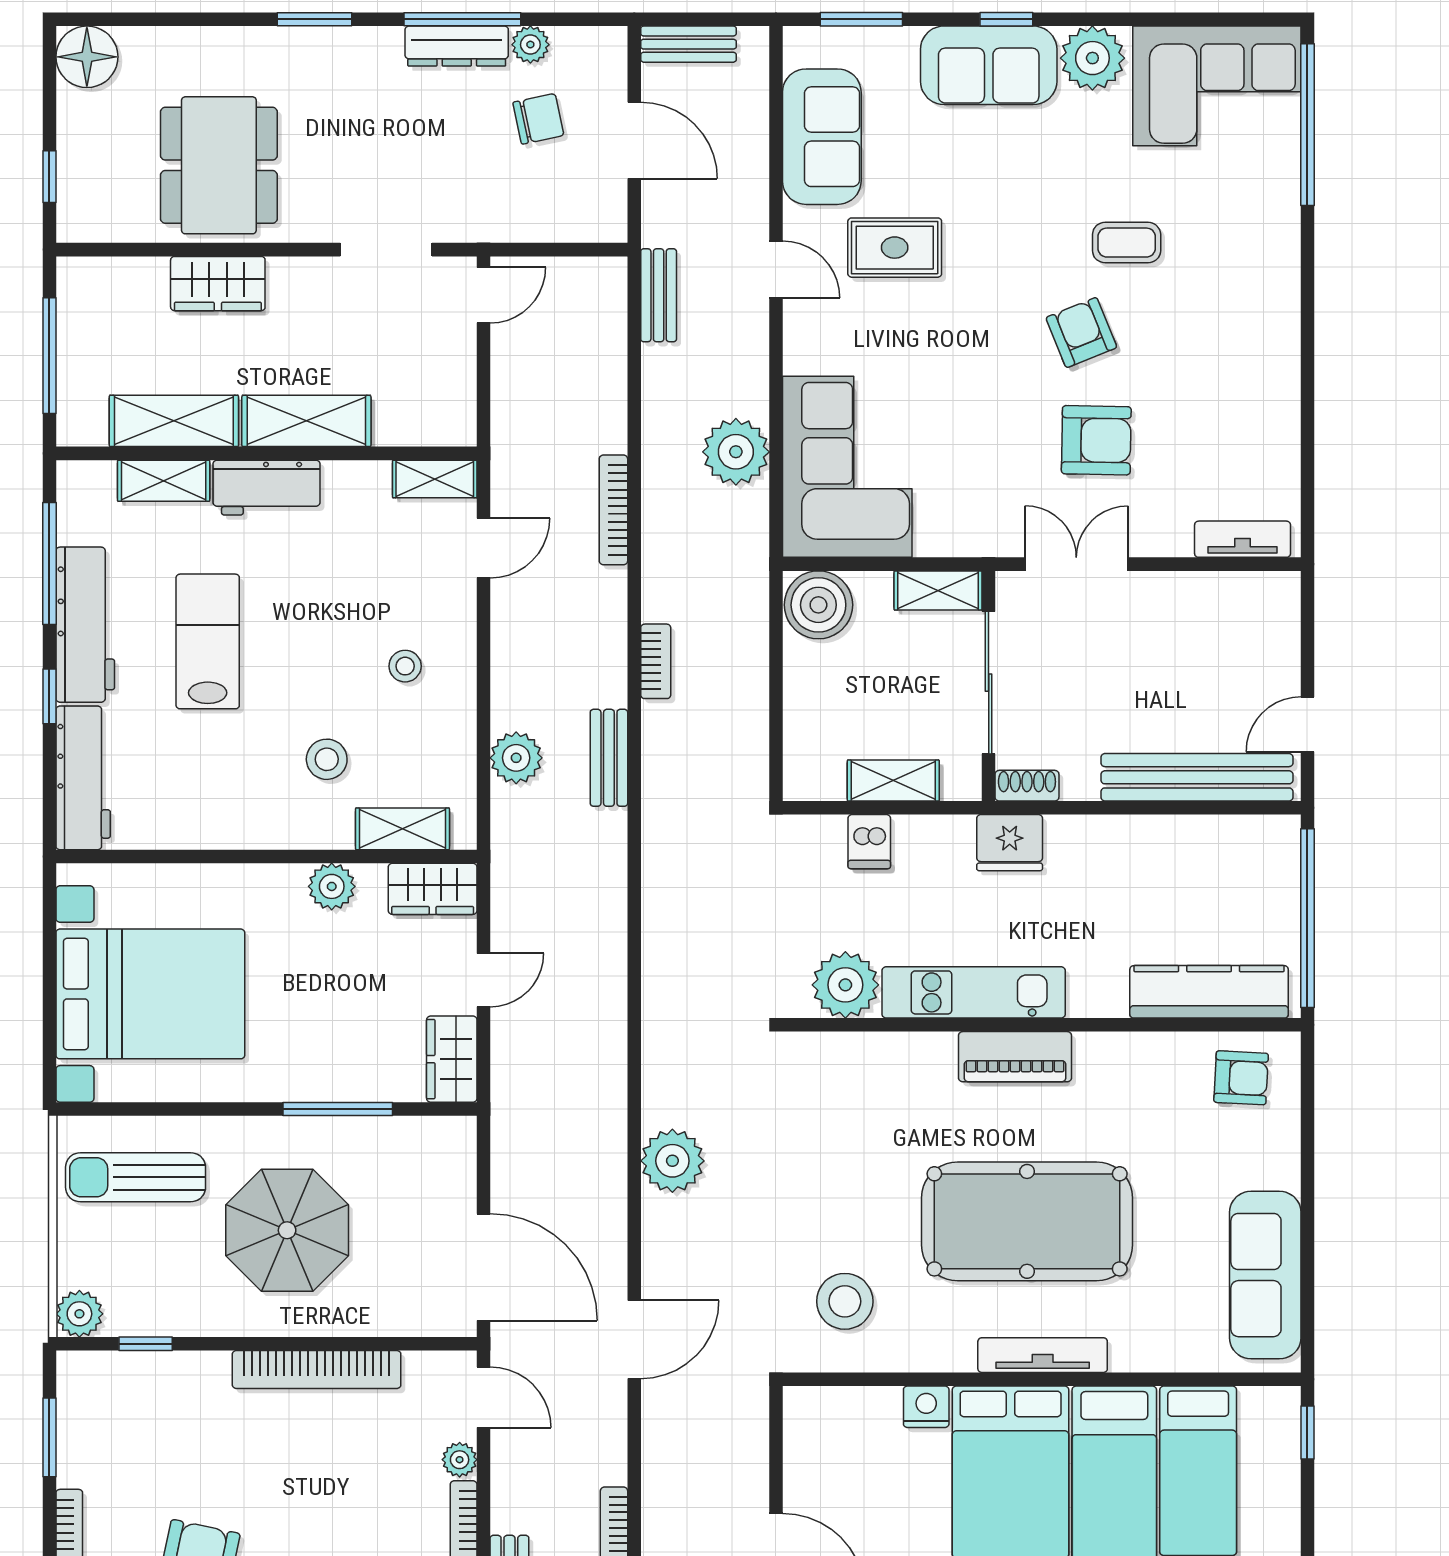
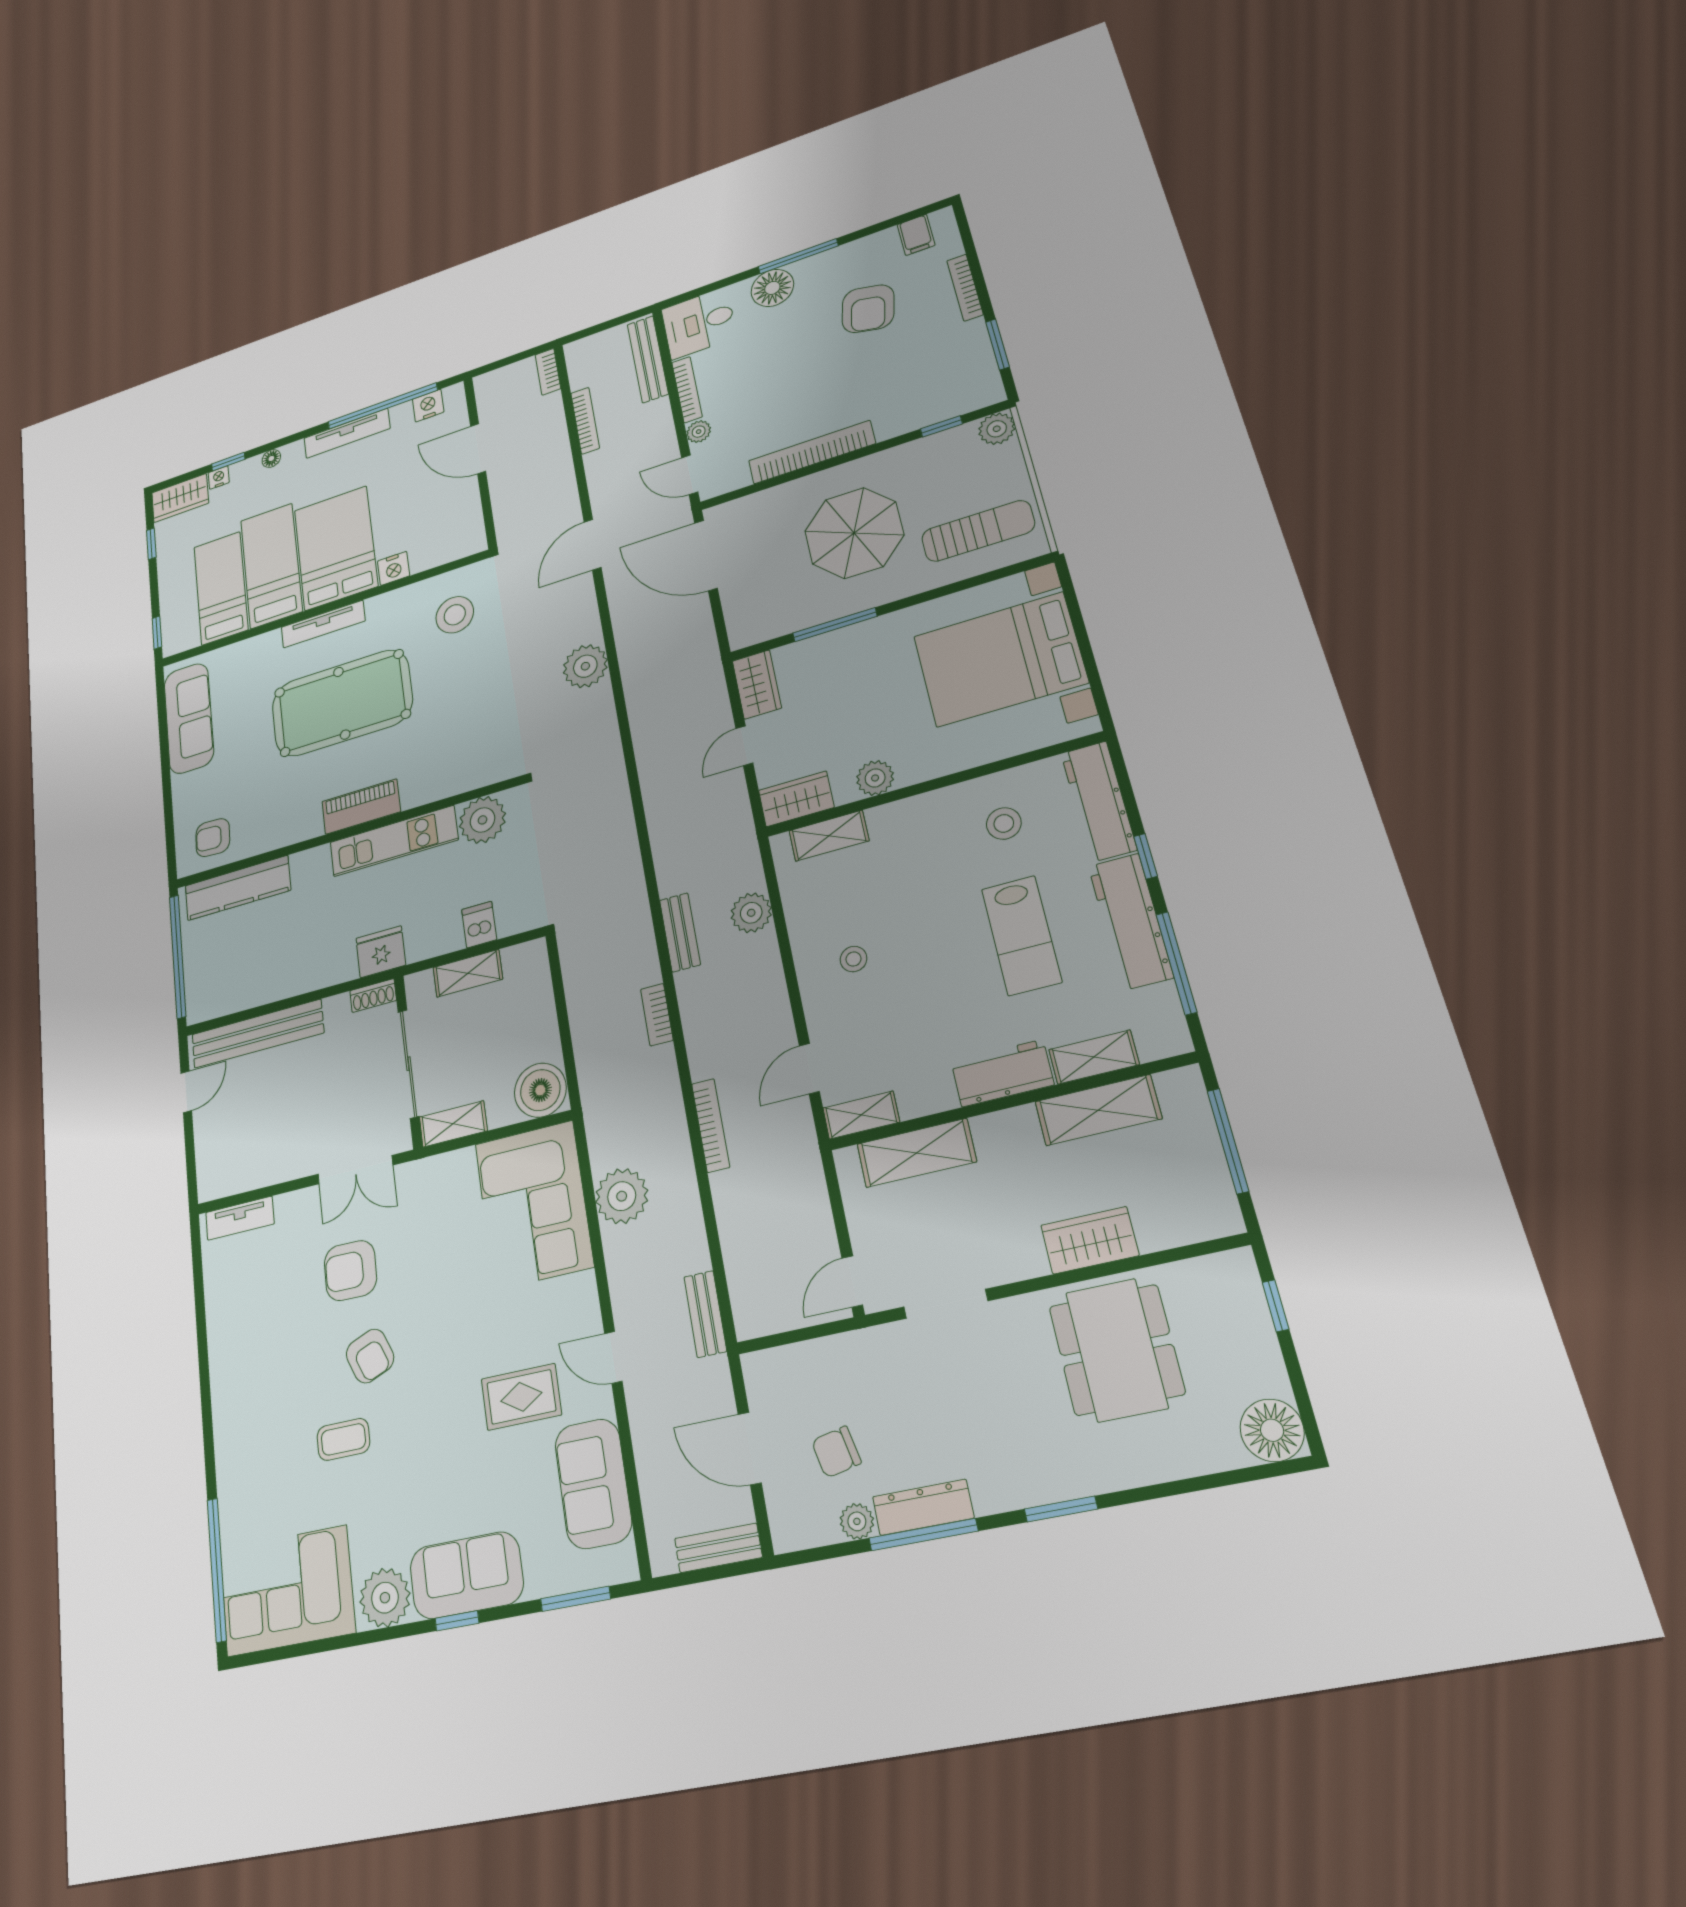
shelving: (306, 421) -> (916, 1153), moved
stool: (327, 759) -> (1004, 823), moved

